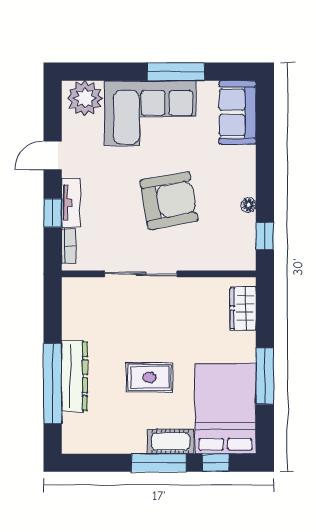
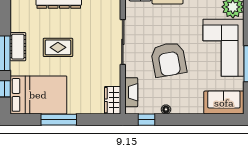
fireplace: (221, 260) -> (131, 92), added
wardrobe: (243, 308) -> (113, 100), moved, turned -90
rug: (150, 377) -> (58, 47), turned 90
cot: (170, 441) -> (18, 47), moved

